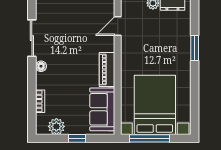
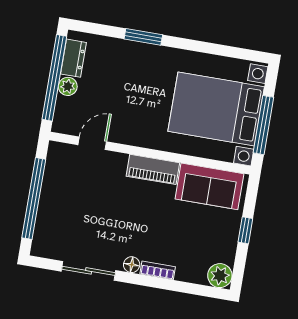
door: (118, 26) -> (92, 143), swing flipped
bookcase: (40, 101) -> (158, 270), moved
plant: (56, 126) -> (220, 276), moved

